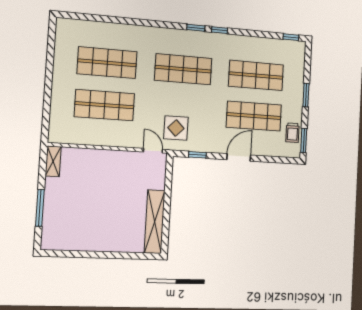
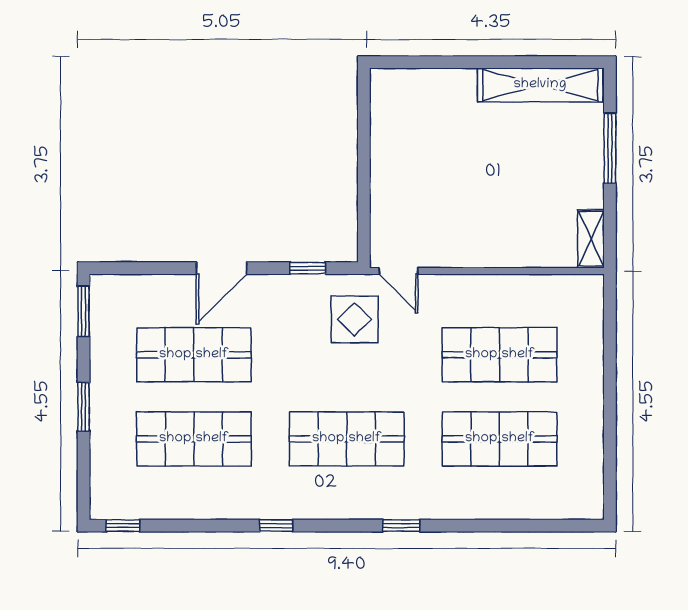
window: (196, 28) -> (401, 526), moved
trolley: (292, 133) -> (109, 326), removed
shelving: (155, 222) -> (540, 85), moved, turned 90

